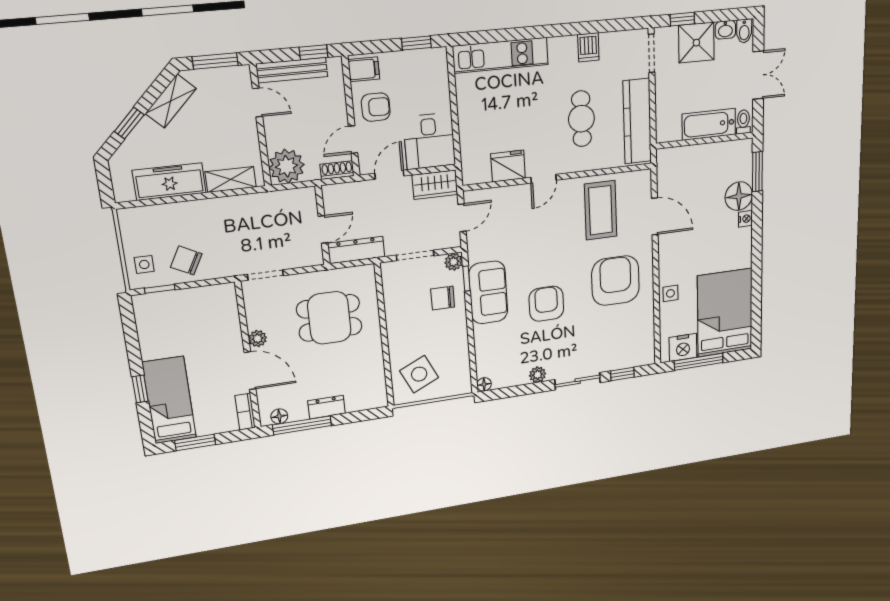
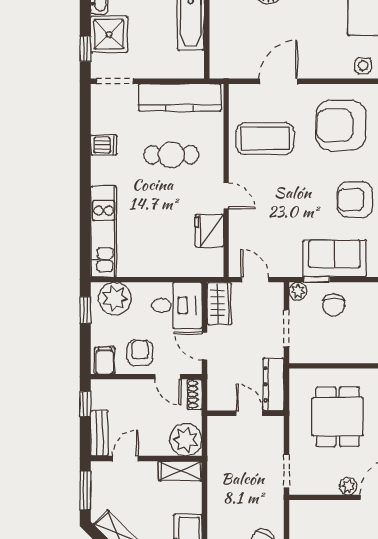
bench: (292, 70) -> (99, 433), width x0.73
plant: (431, 74) -> (115, 298), added
shelving: (231, 179) -> (180, 471), moved, turned 90

